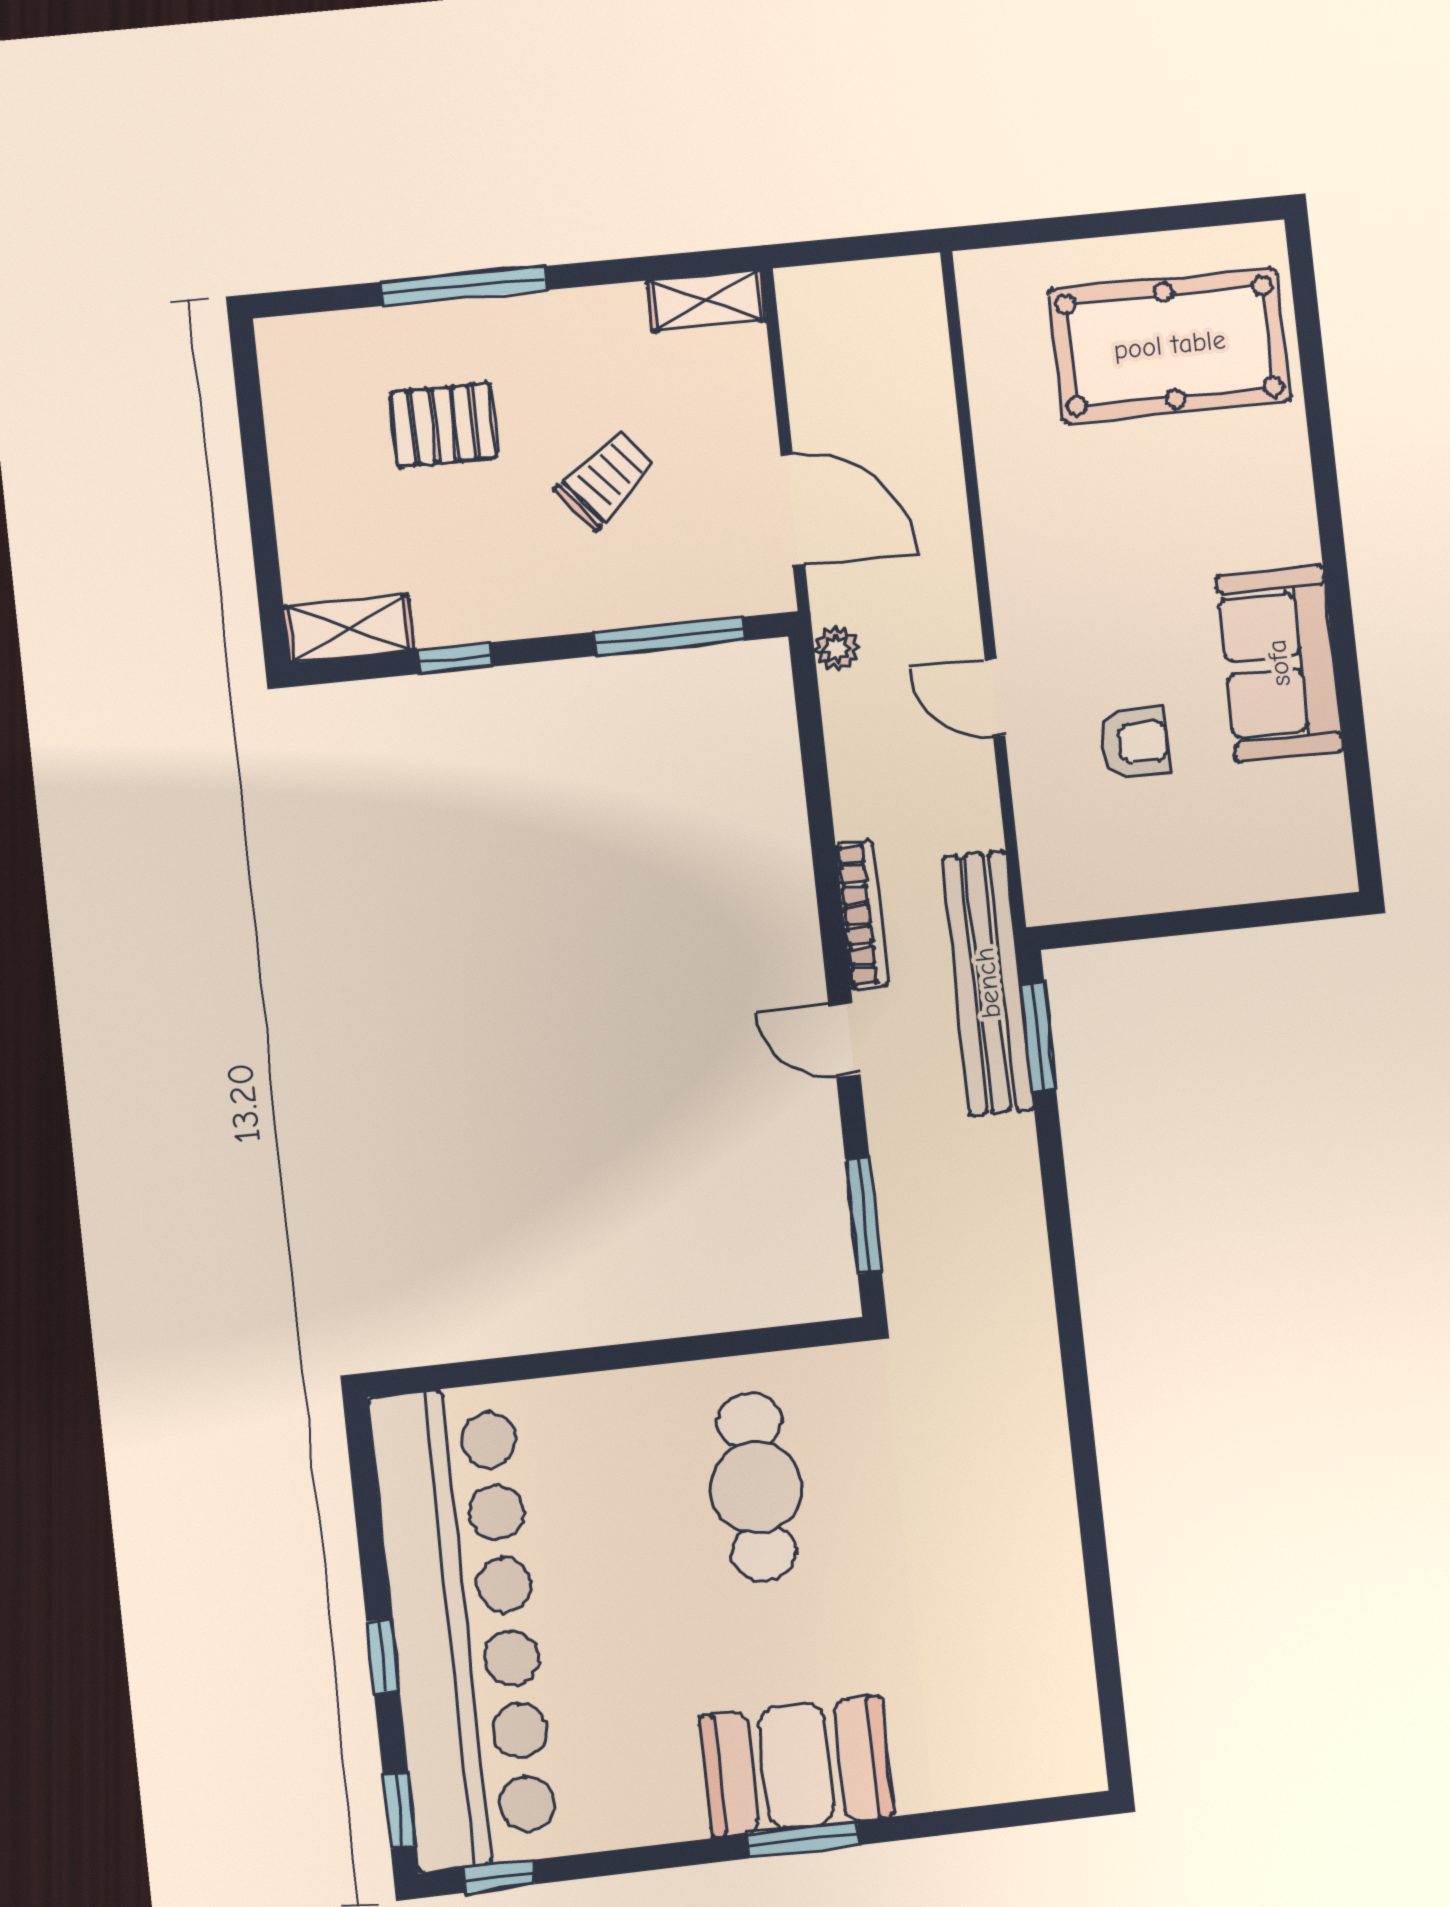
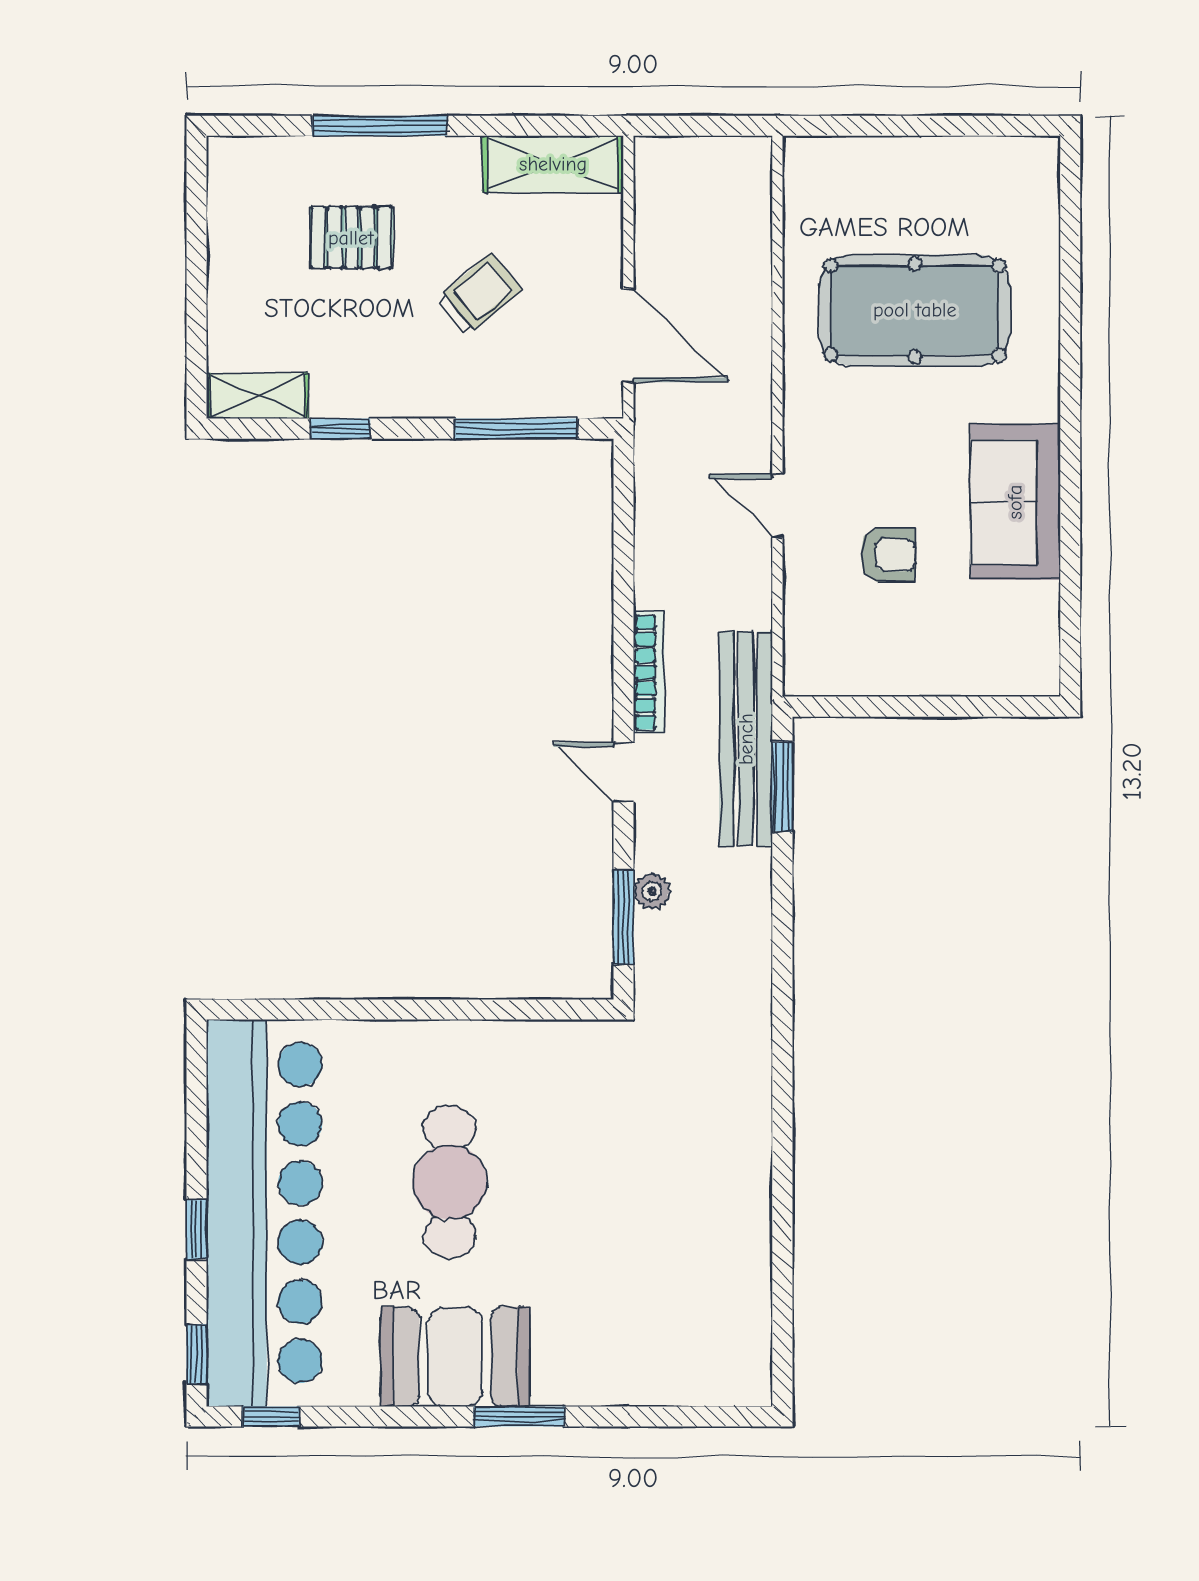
shelving: (707, 301) -> (553, 164), width x1.50, depth x1.33
pool table: (1170, 345) -> (915, 310), moved
plant: (837, 649) -> (652, 892), moved
cafe table: (756, 1487) -> (450, 1182), moved
booth: (796, 1766) -> (455, 1357), moved

